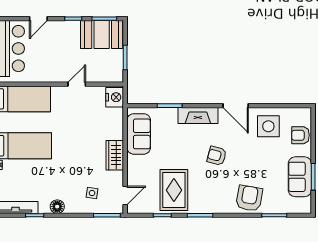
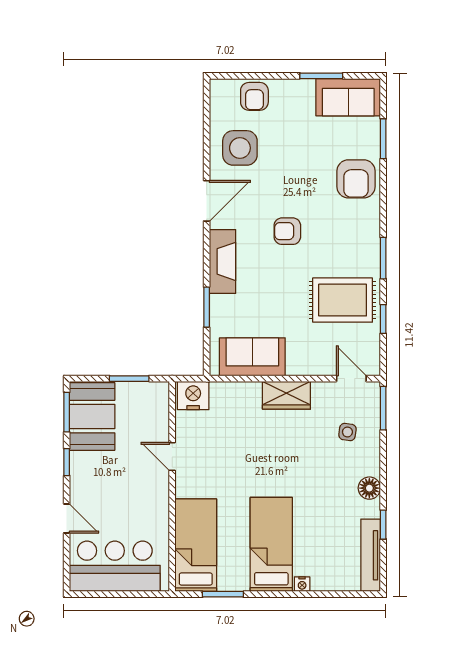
armchair: (217, 156) -> (287, 231), turned 75
sofa: (300, 177) -> (348, 97), moved
armchair: (249, 198) -> (356, 179), turned -100

